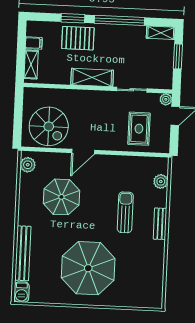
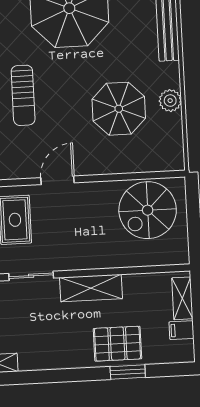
window: (119, 20) -> (59, 376), removed
spiral stairs: (49, 126) -> (148, 210), turned -90
door: (83, 151) -> (58, 180), moved
plant: (28, 165) -> (170, 101), moved

